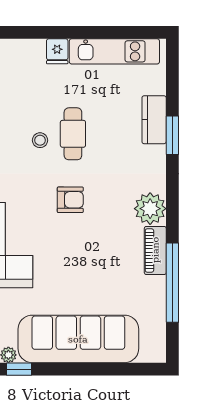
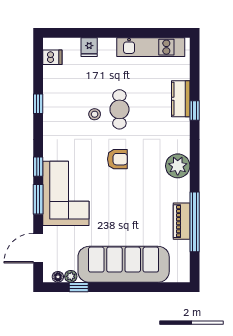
fridge: (57, 51) -> (89, 47), moved
window: (172, 135) -> (195, 110), width x0.67
piano: (155, 250) -> (182, 221), moved

